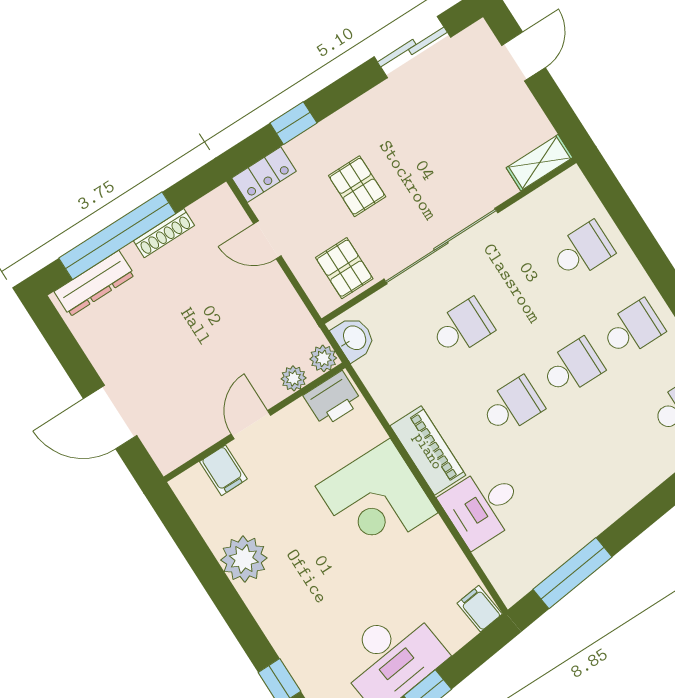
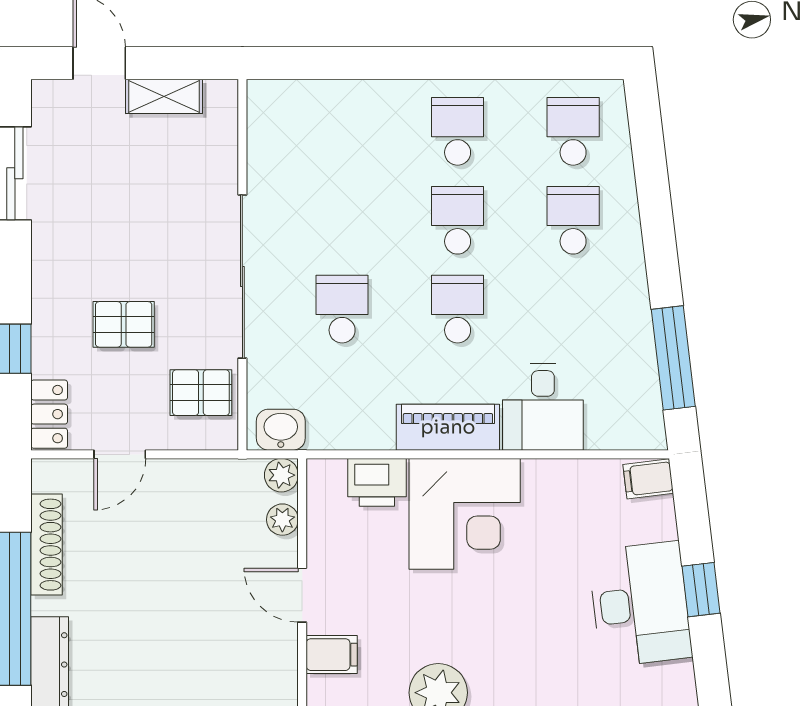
shelving: (540, 163) -> (164, 96), moved, turned 90
shoe rack: (164, 233) -> (46, 545), width x1.36, depth x1.24
school desk: (582, 251) -> (573, 220), moved
printer: (333, 399) -> (377, 482), moved, turned 90

